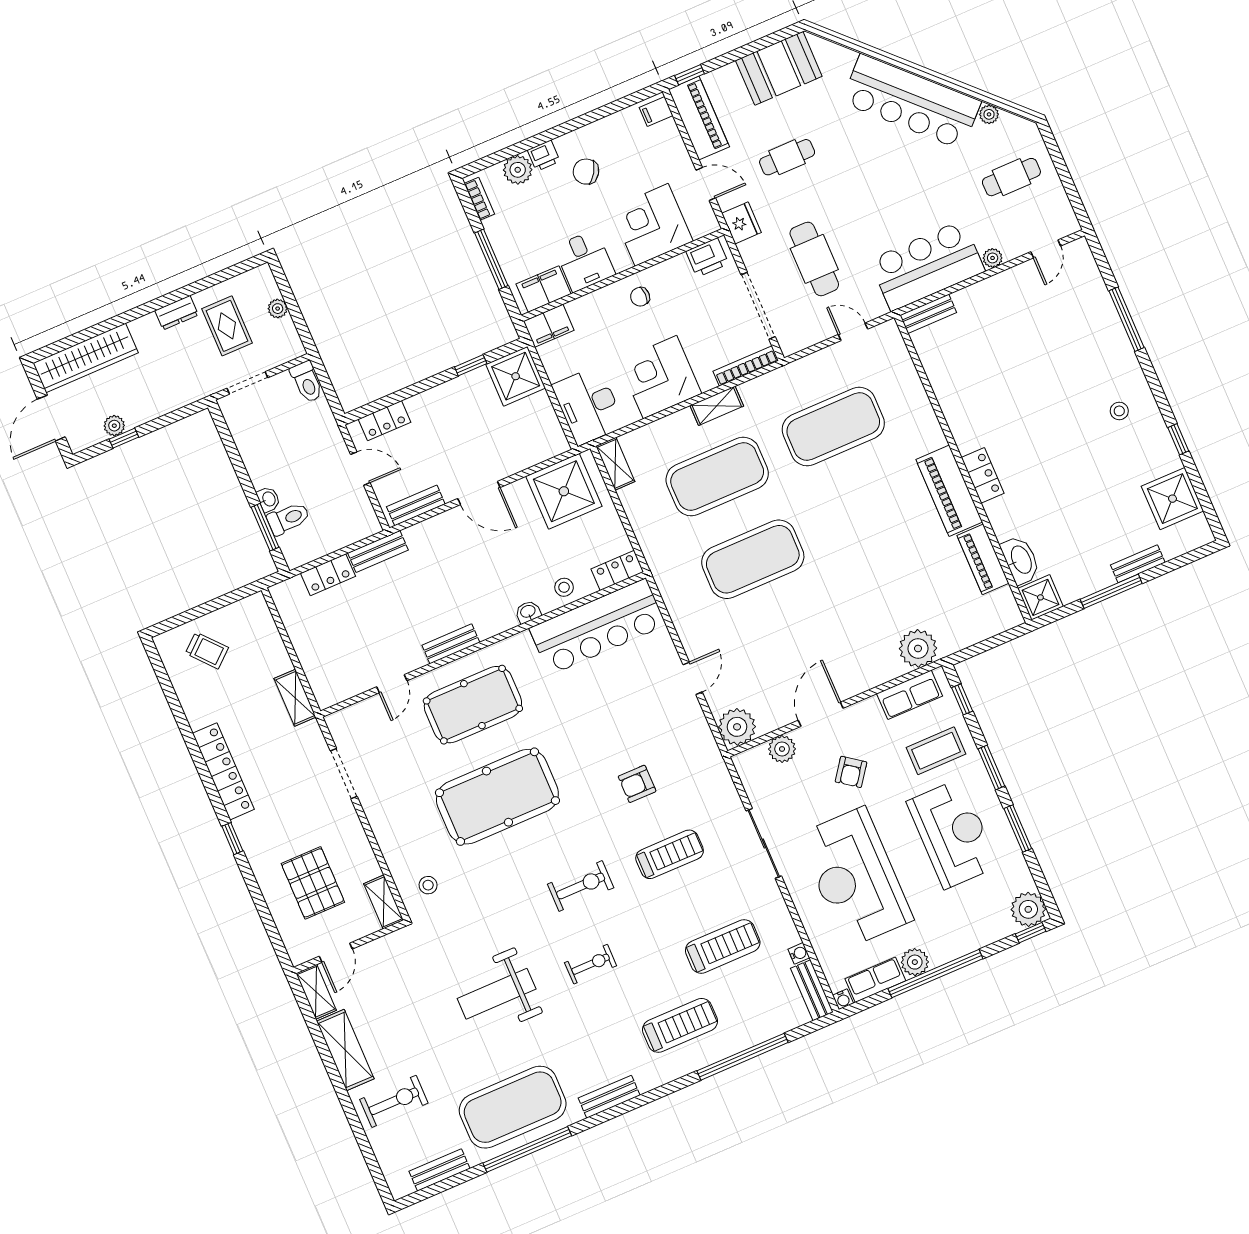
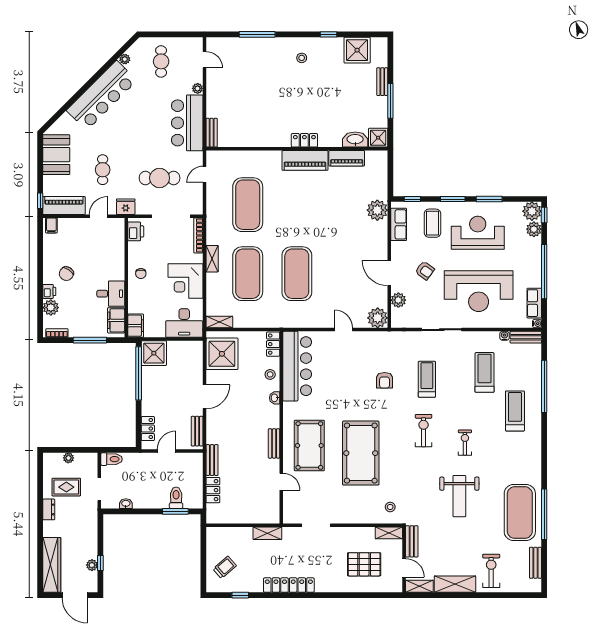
corner desk: (652, 225) -> (107, 252), removed
window: (471, 365) -> (139, 373), width x3.17
washbasin: (268, 499) -> (126, 504), moved
window: (232, 839) -> (240, 595), moved
plant: (915, 962) -> (534, 229), moved
bench: (609, 1097) -> (412, 541), moved

